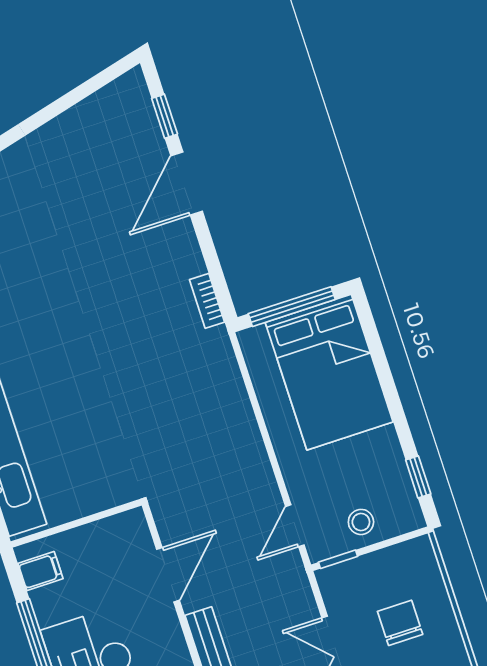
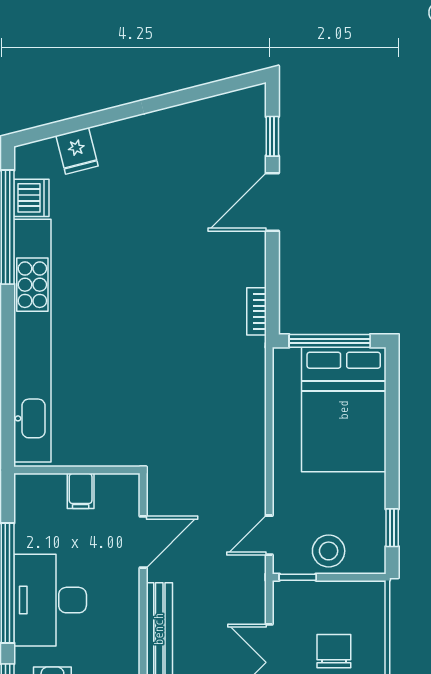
stool: (361, 522) -> (329, 551), width x1.37, depth x1.37
filing cabinet: (40, 571) -> (81, 491), moved, turned 90

